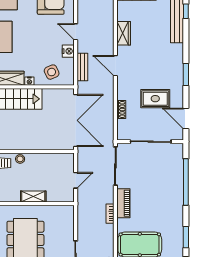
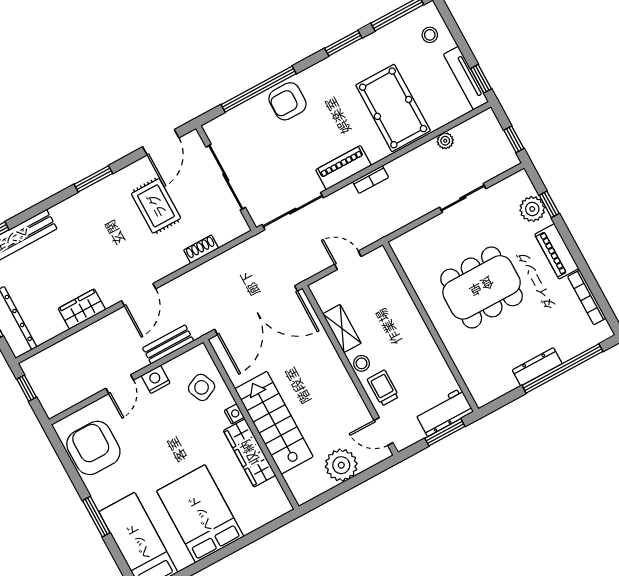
double door: (76, 120) -> (256, 310), swing flipped
armchair: (172, 193) -> (287, 101), added
shelving: (33, 196) -> (342, 329), moved

